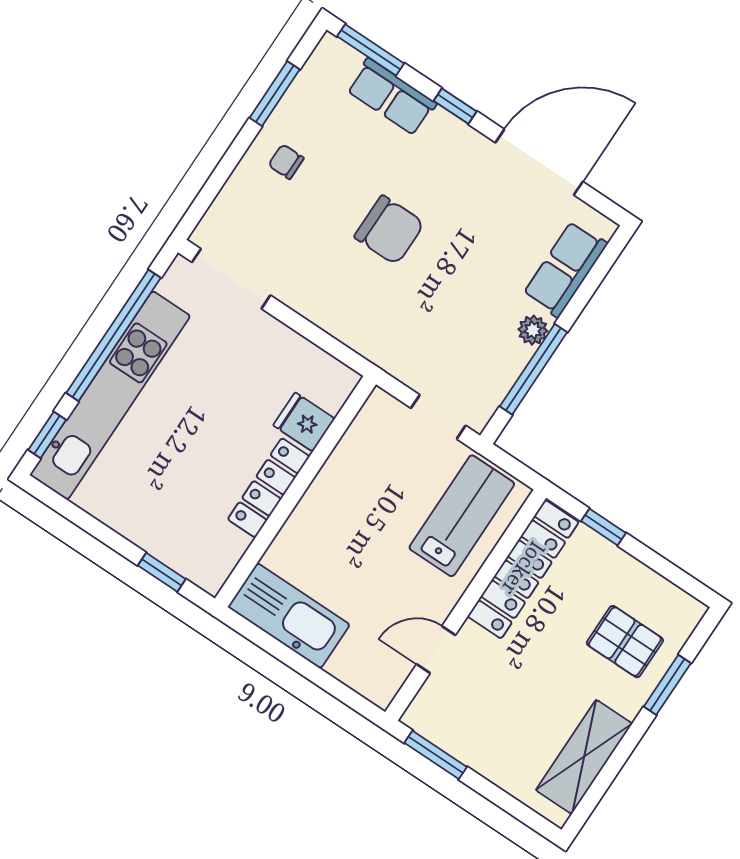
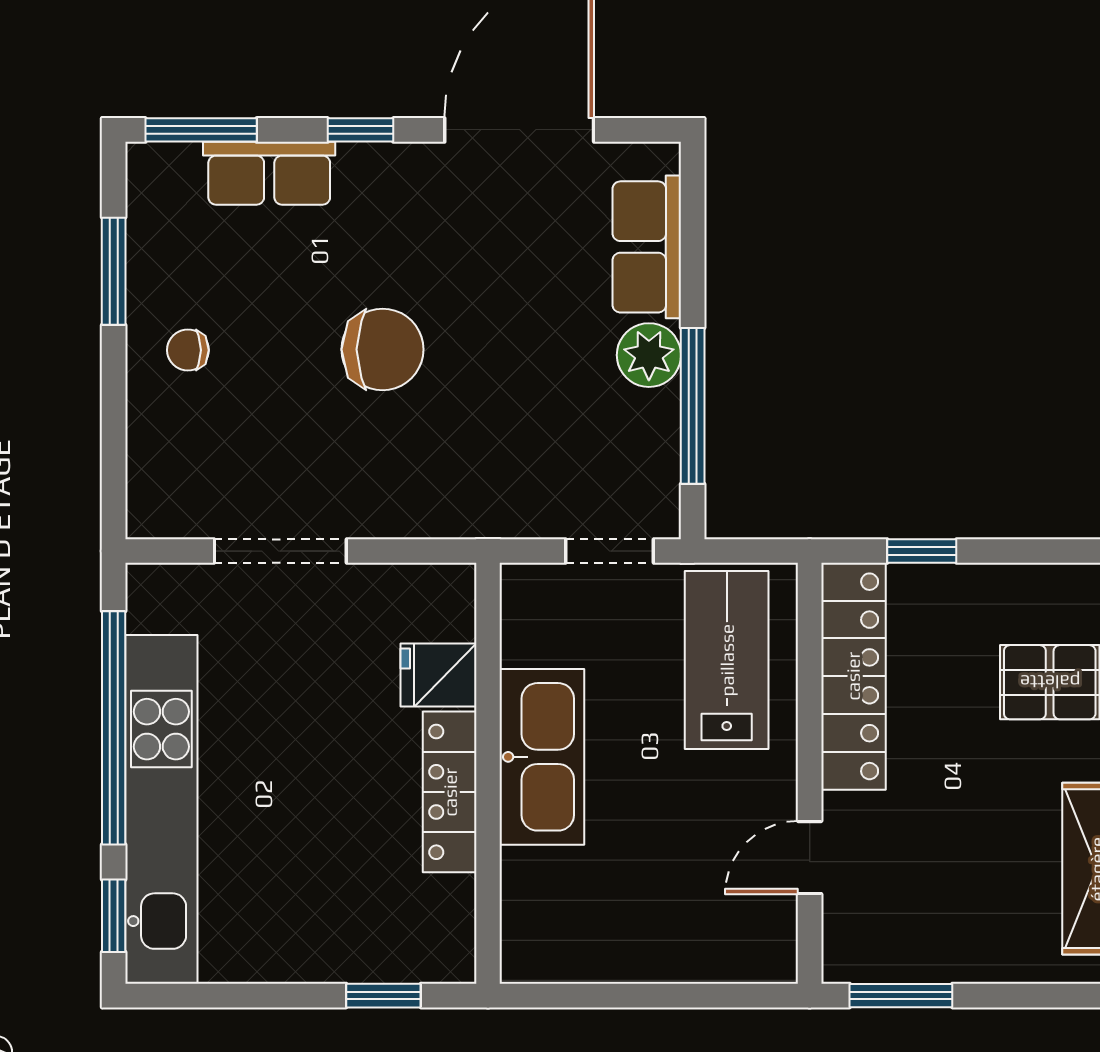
doorway: (231, 279) -> (280, 551), moved
plant: (533, 330) -> (649, 355), width x1.38, depth x1.38
kitchen sink: (289, 616) -> (542, 757), moved, turned 90

